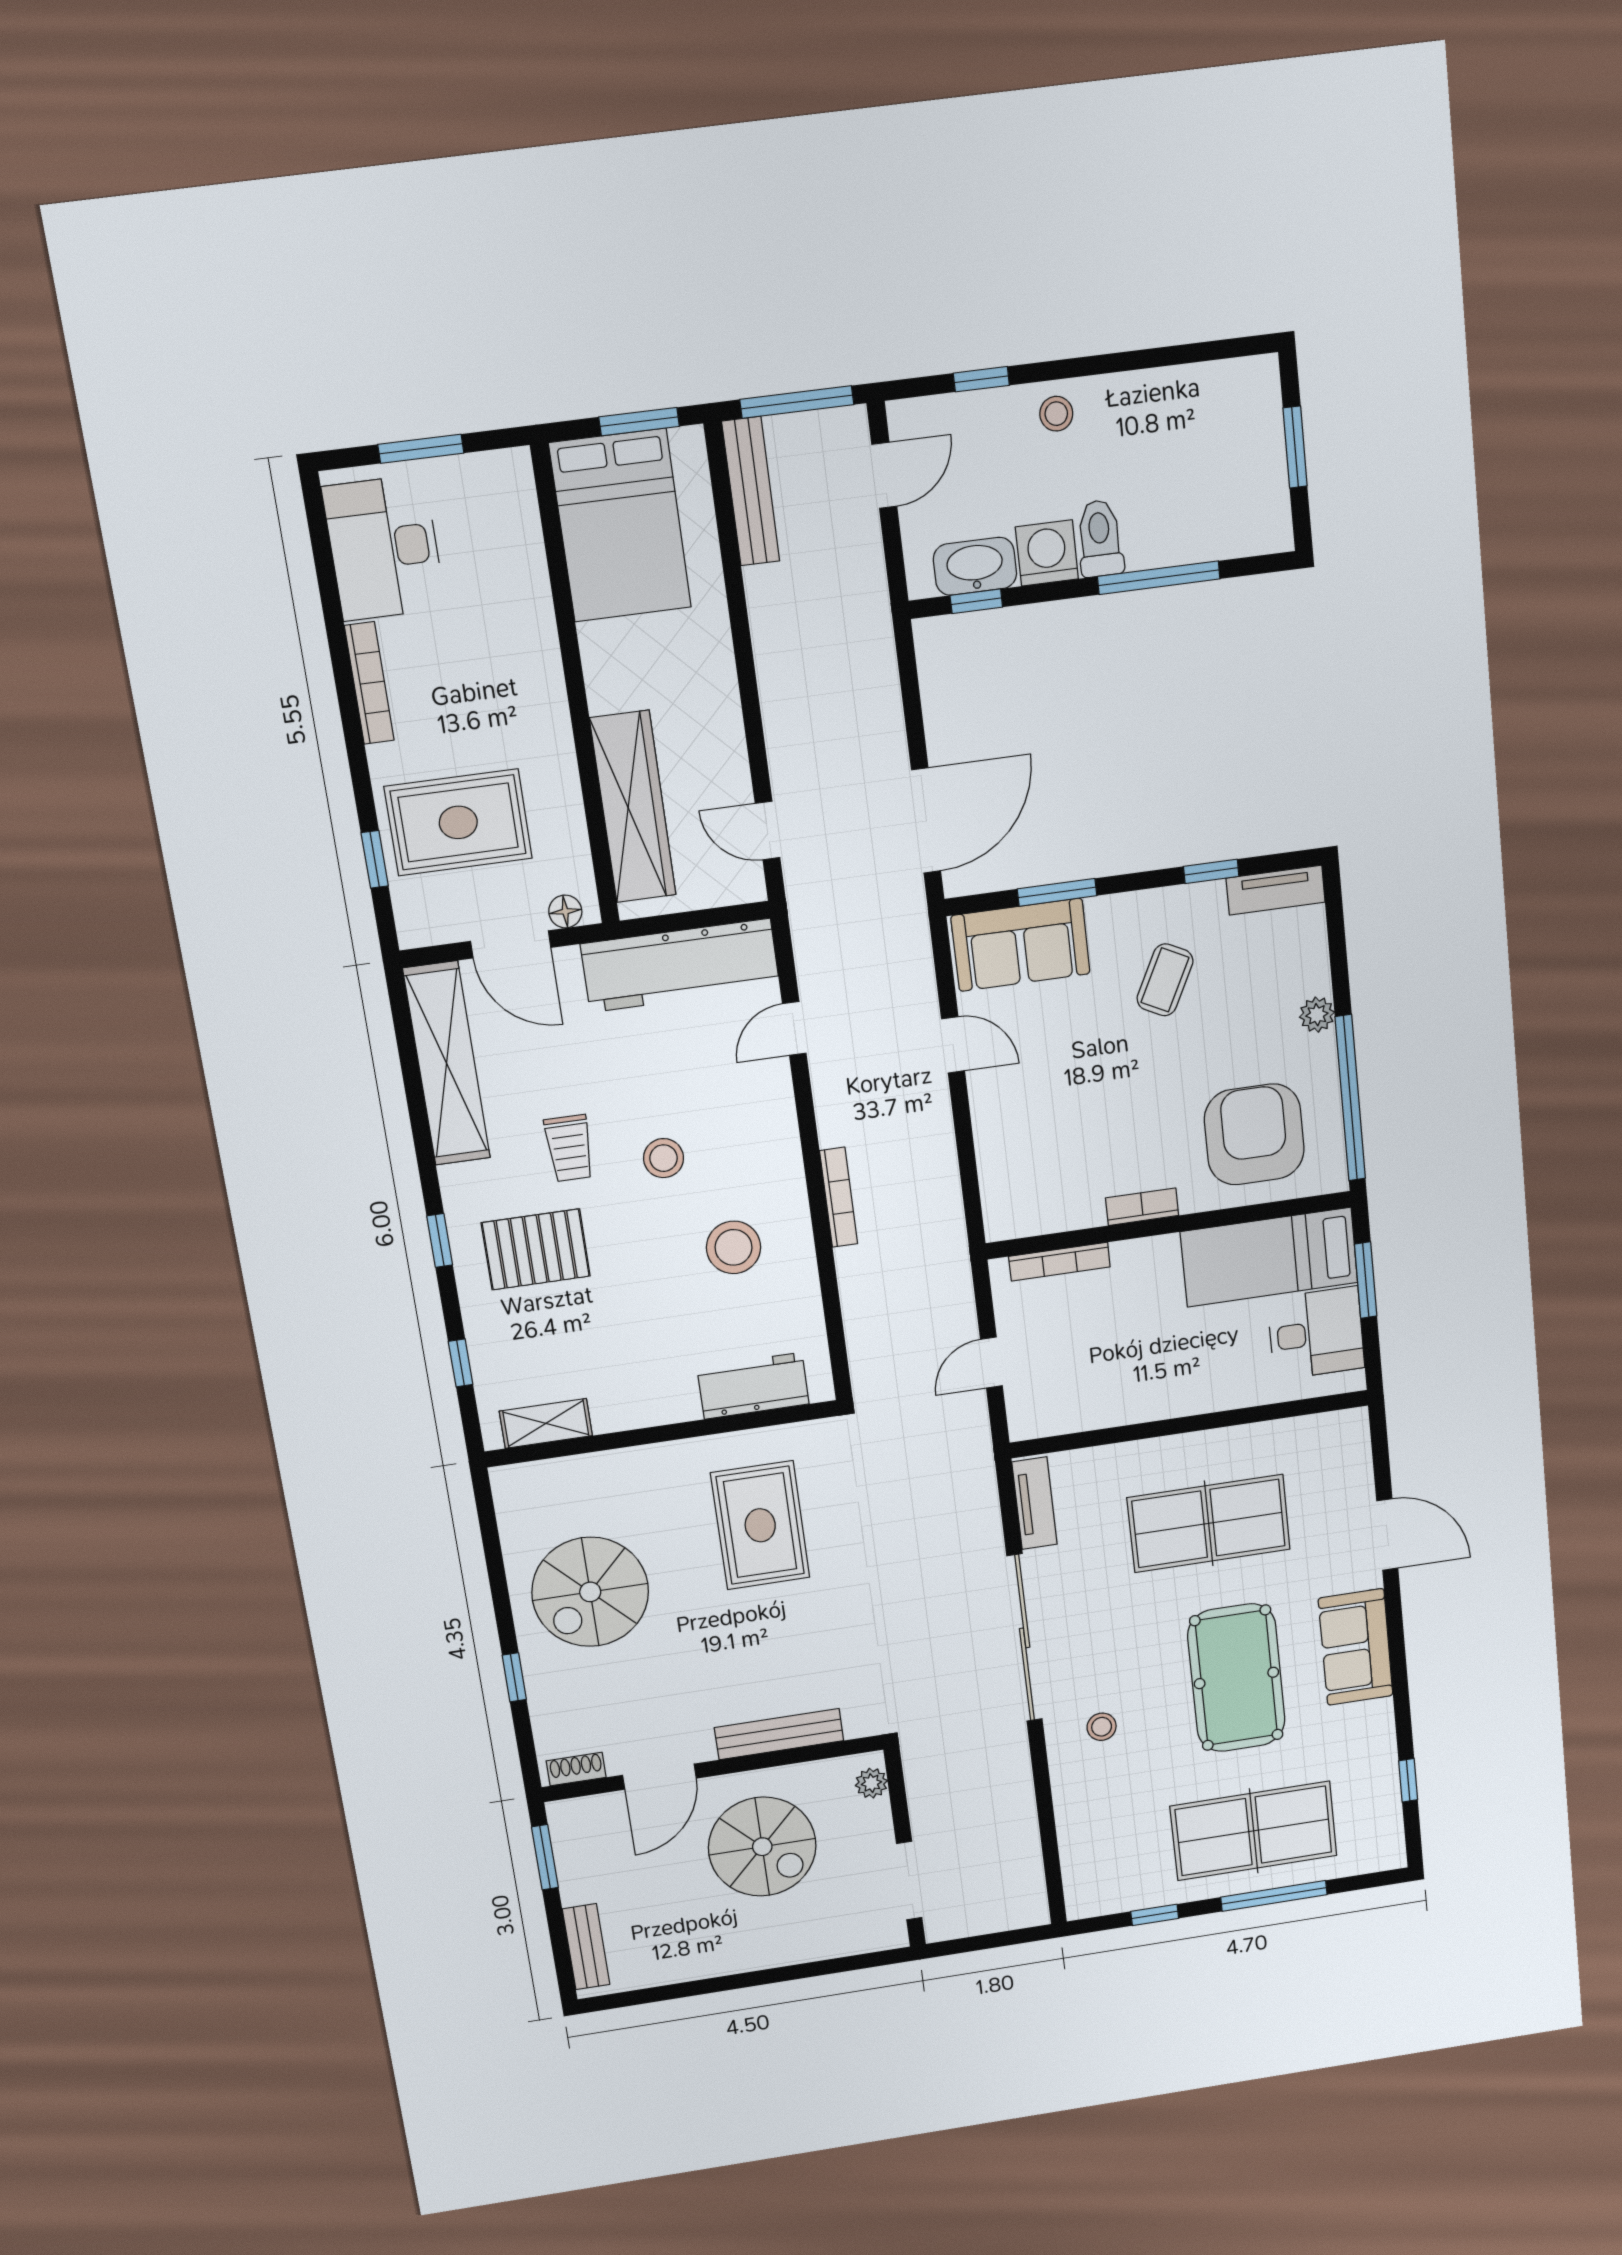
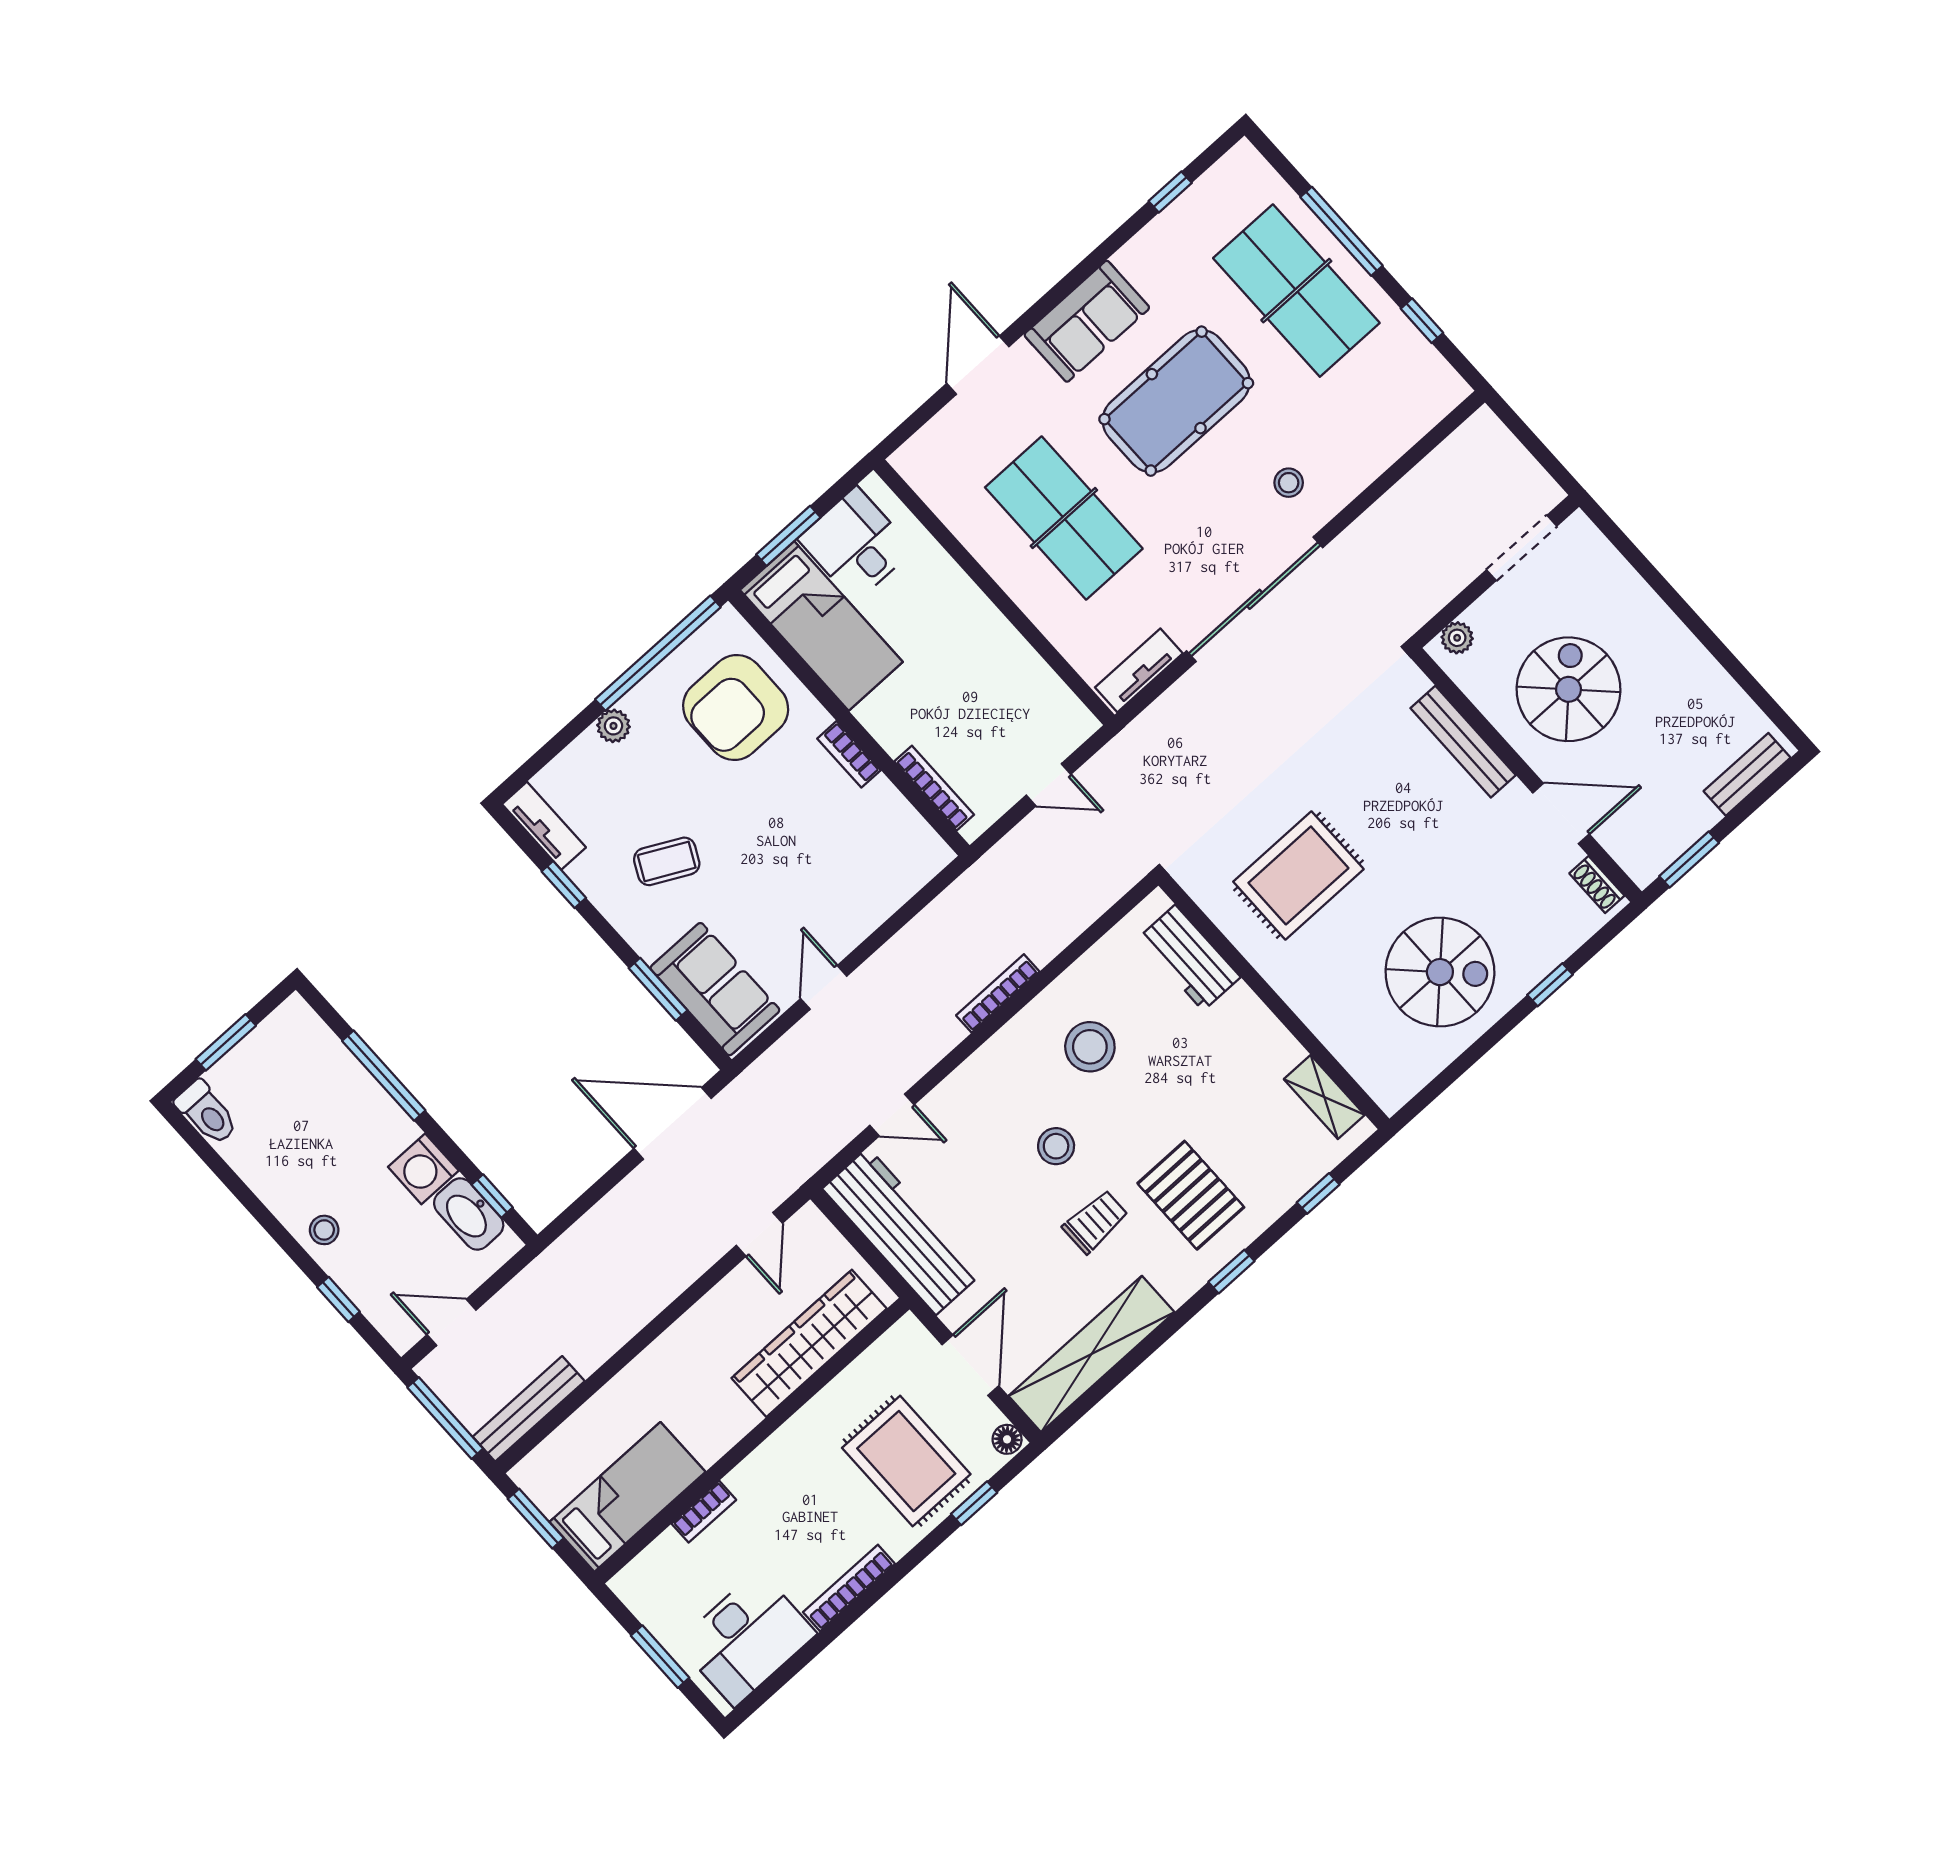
bed: (620, 525) -> (627, 1497), width x0.67
toilet: (1100, 538) -> (207, 1113), moved, turned -90
bookcase: (537, 593) -> (704, 1512), added
floor lamp: (565, 911) -> (1007, 1439), moved

